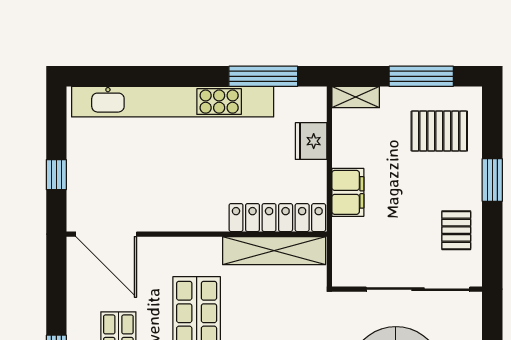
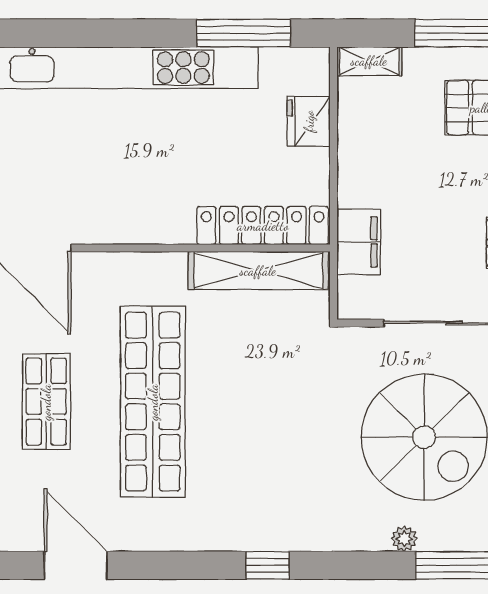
filing cabinet: (348, 192) -> (359, 242), moved

